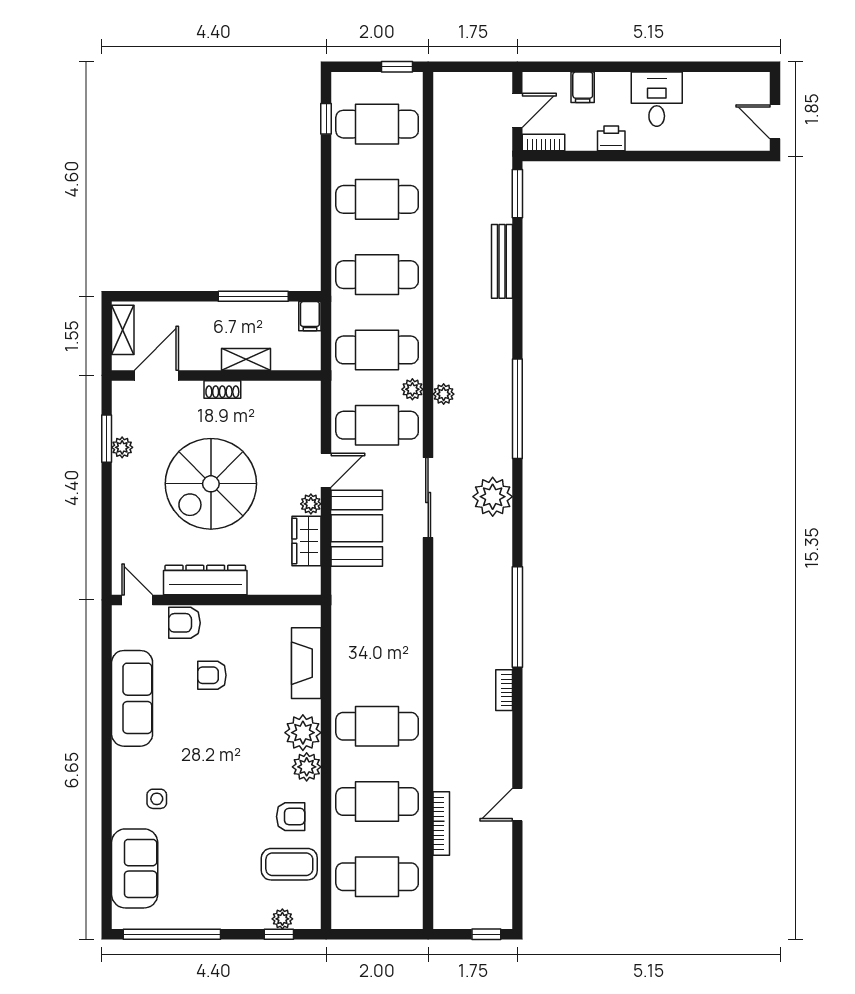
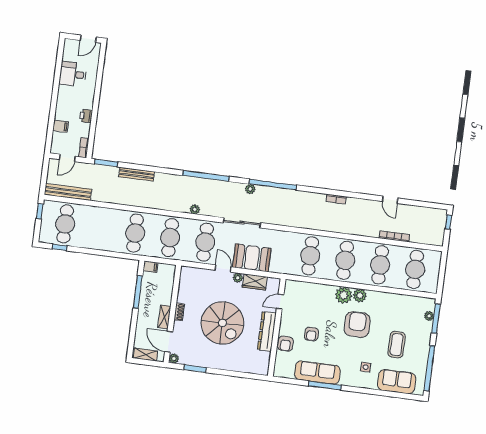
desk: (657, 99) -> (73, 74), moved
door: (517, 110) -> (67, 158), swing flipped
bench: (445, 121) -> (68, 192), added
cafe table: (377, 199) -> (310, 256), moved
shelving: (246, 359) -> (164, 317), moved
plant: (412, 389) -> (191, 224), removed
plant: (122, 447) -> (174, 359), moved
plant: (493, 497) -> (250, 189), width x0.53, depth x0.53
door: (137, 600) -> (280, 302), moved
window: (517, 617) -> (273, 185), moved
fireplace: (306, 663) -> (312, 289), removed
window: (107, 718) -> (325, 386), added
armchair: (291, 817) -> (357, 325), moved, width x1.88, depth x1.88
coffee table: (289, 864) -> (397, 345), moved
window: (279, 934) -> (436, 319), width x2.17

